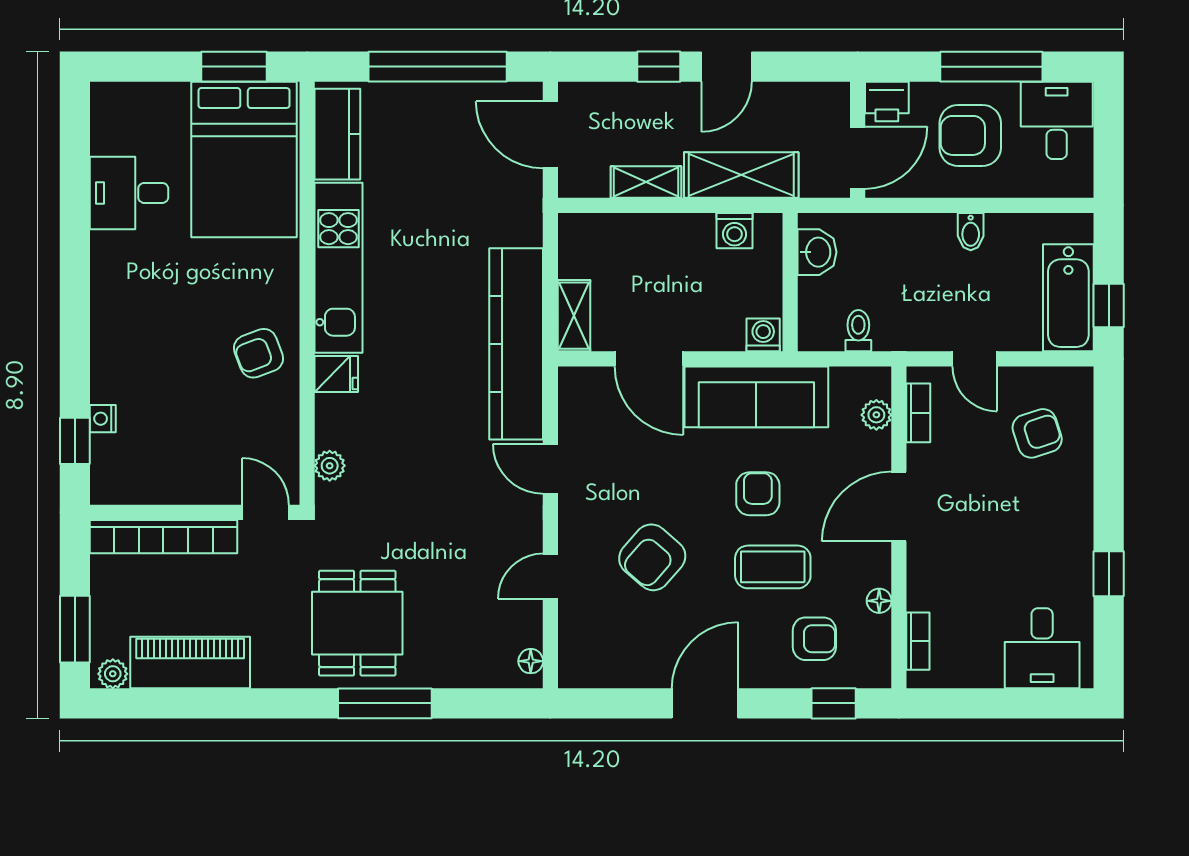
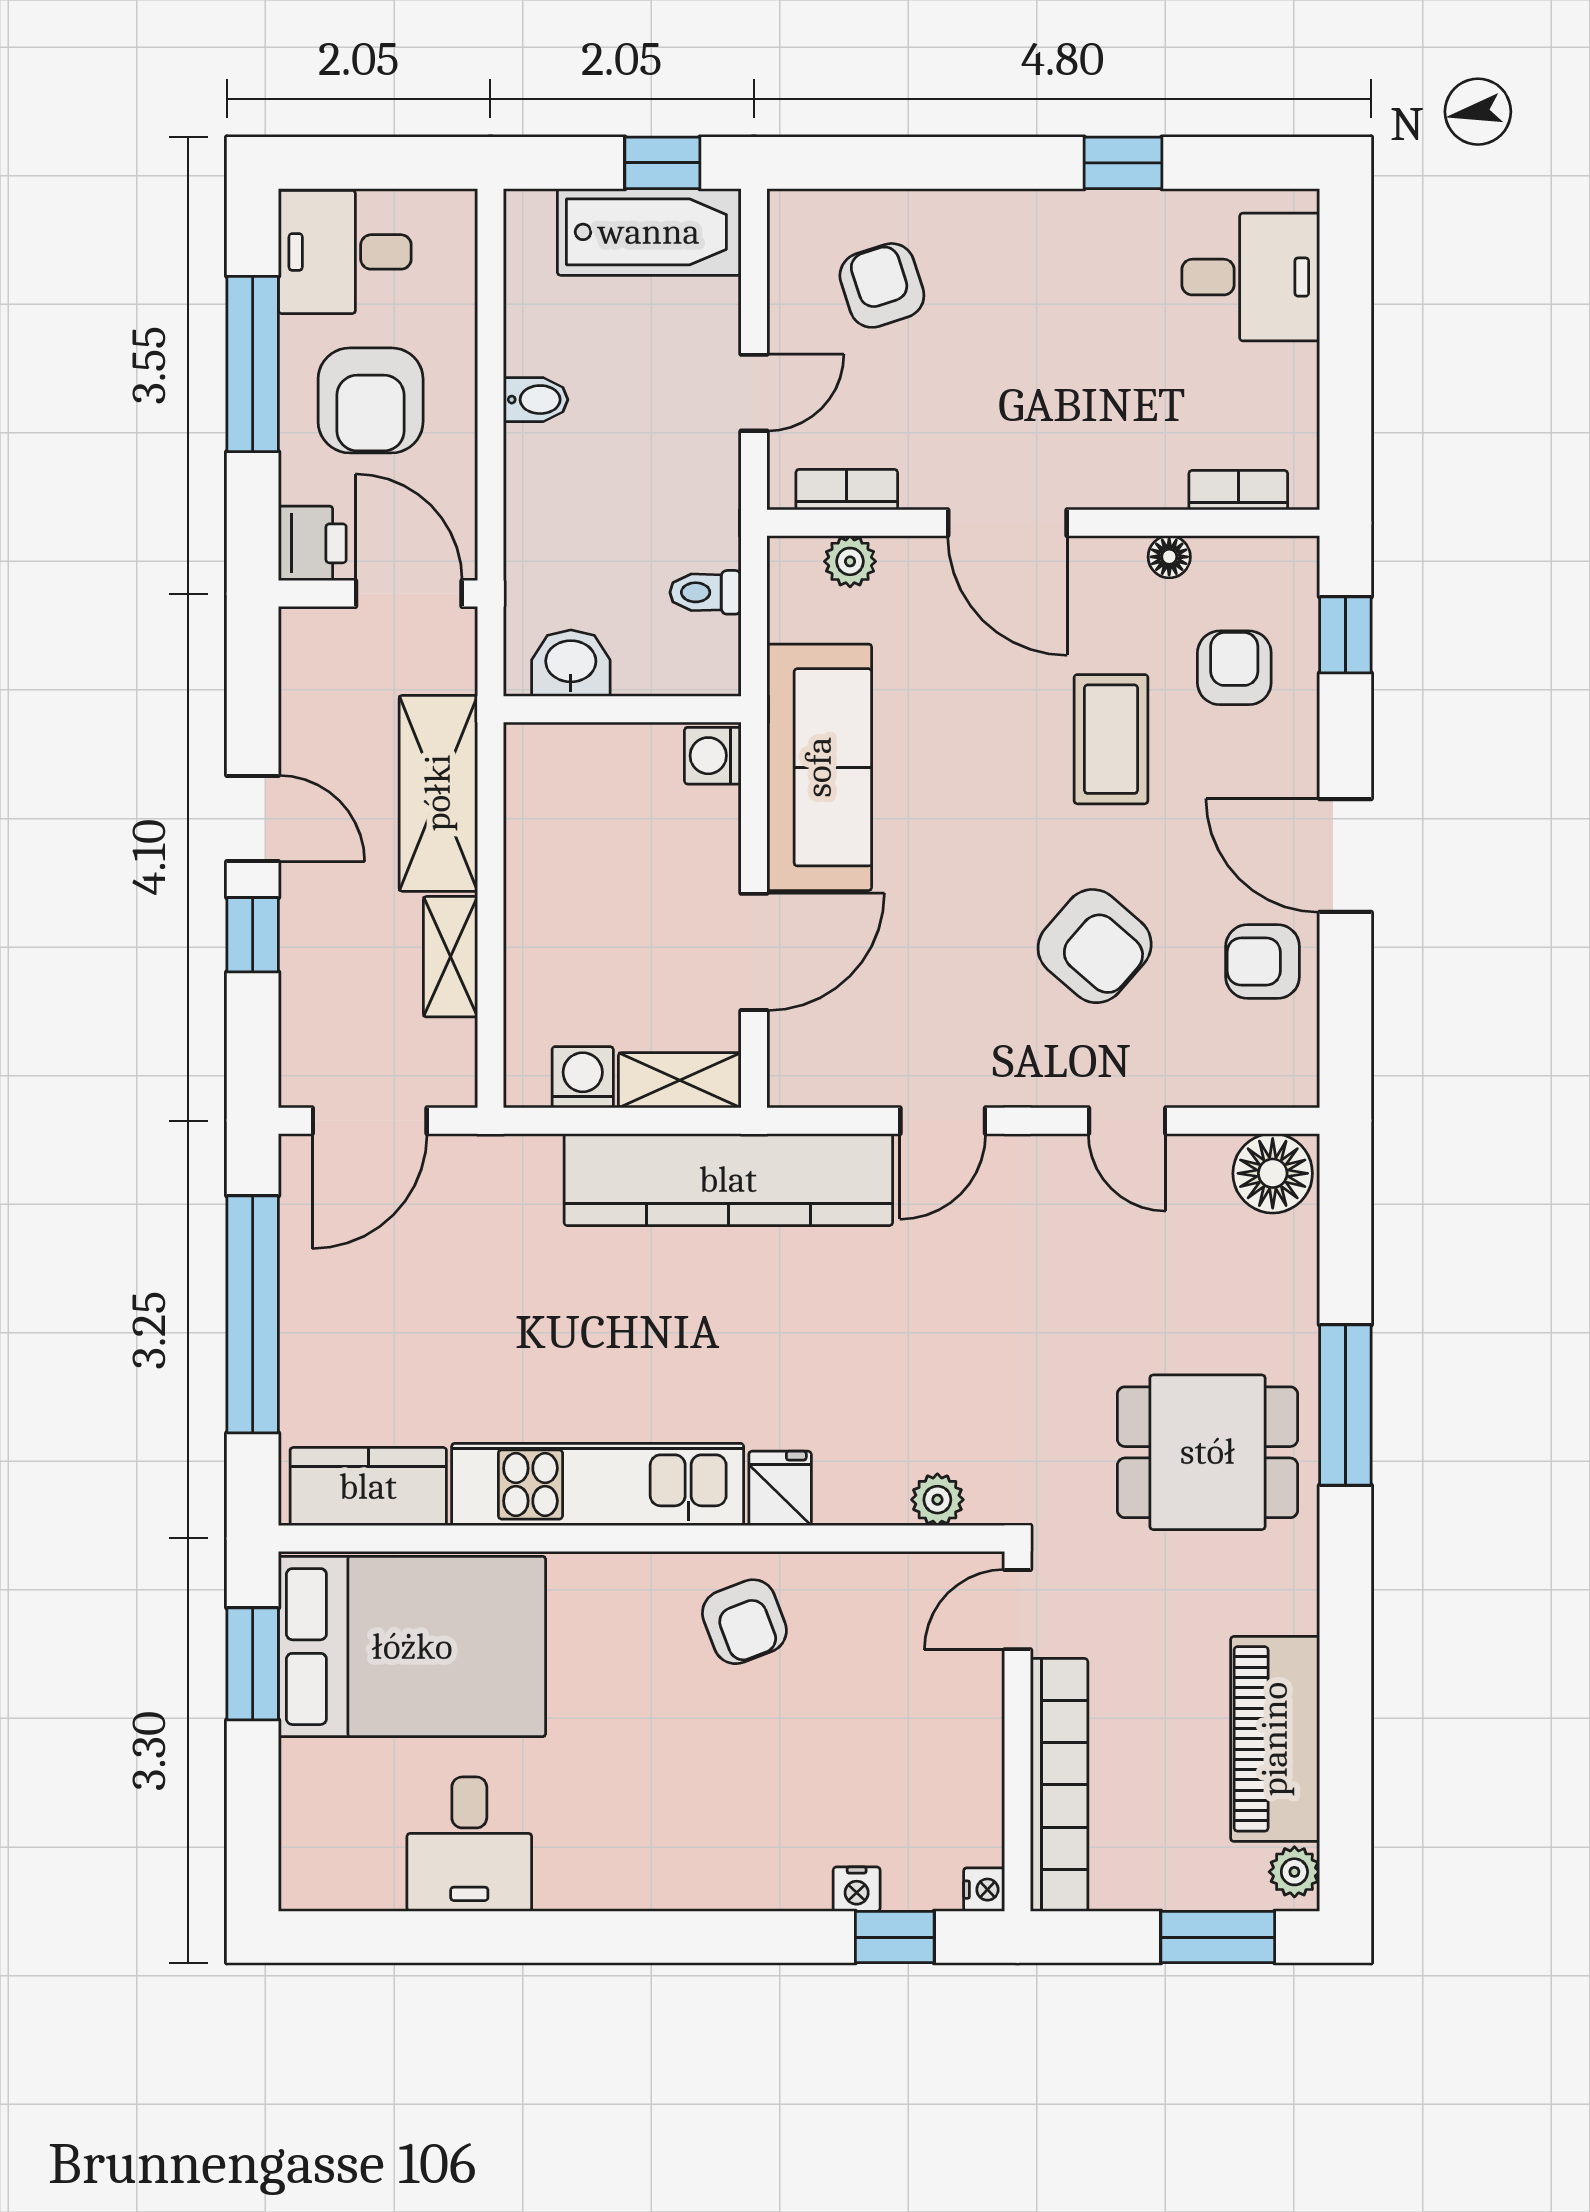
washing machine: (735, 231) -> (583, 1077), moved, turned -90
nightstand: (102, 493) -> (984, 1890), added
armchair: (758, 494) -> (1263, 961), moved
floor lamp: (531, 661) -> (1273, 1173), width x1.89, depth x1.89

